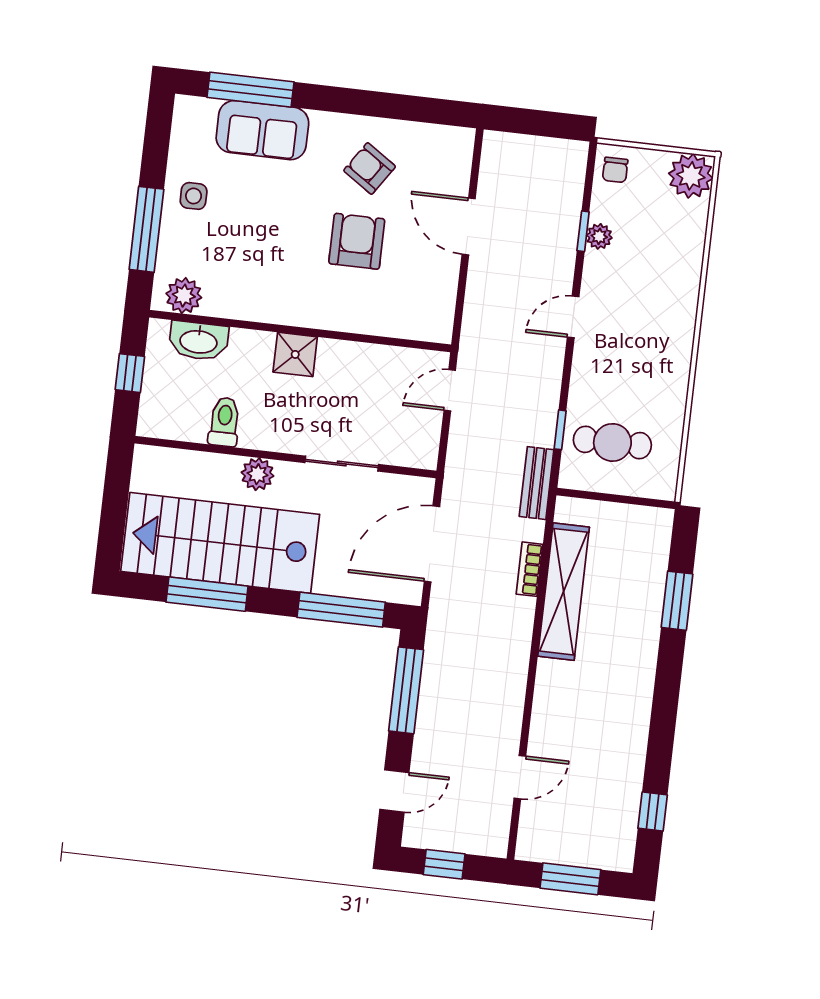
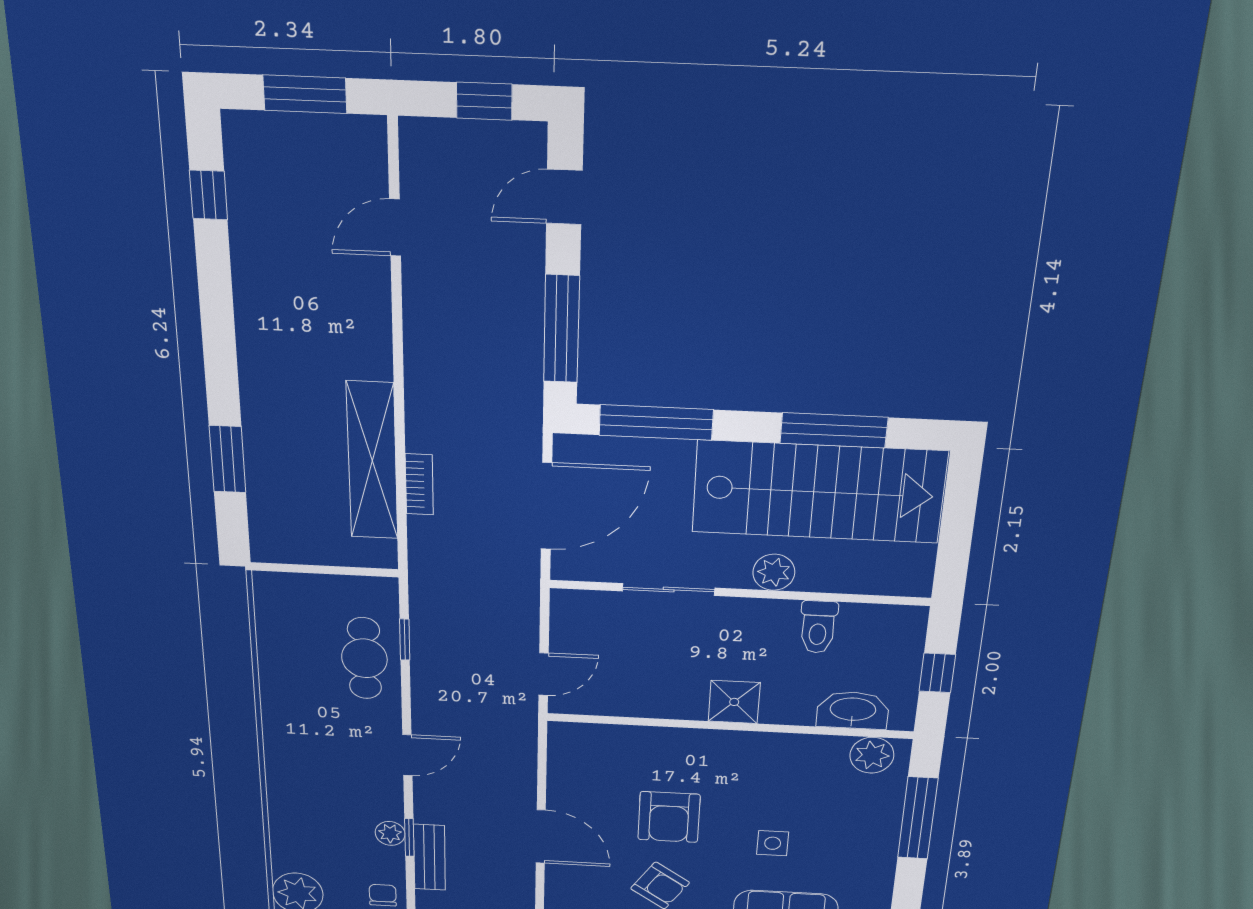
side table: (194, 196) -> (773, 843), moved
cafe table: (612, 442) -> (364, 658), moved, turned 90
bench: (537, 483) -> (429, 857), moved

